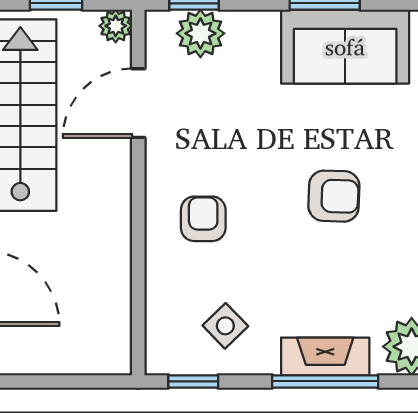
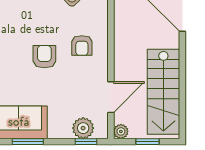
armchair: (334, 196) -> (44, 57), moved, turned 88

